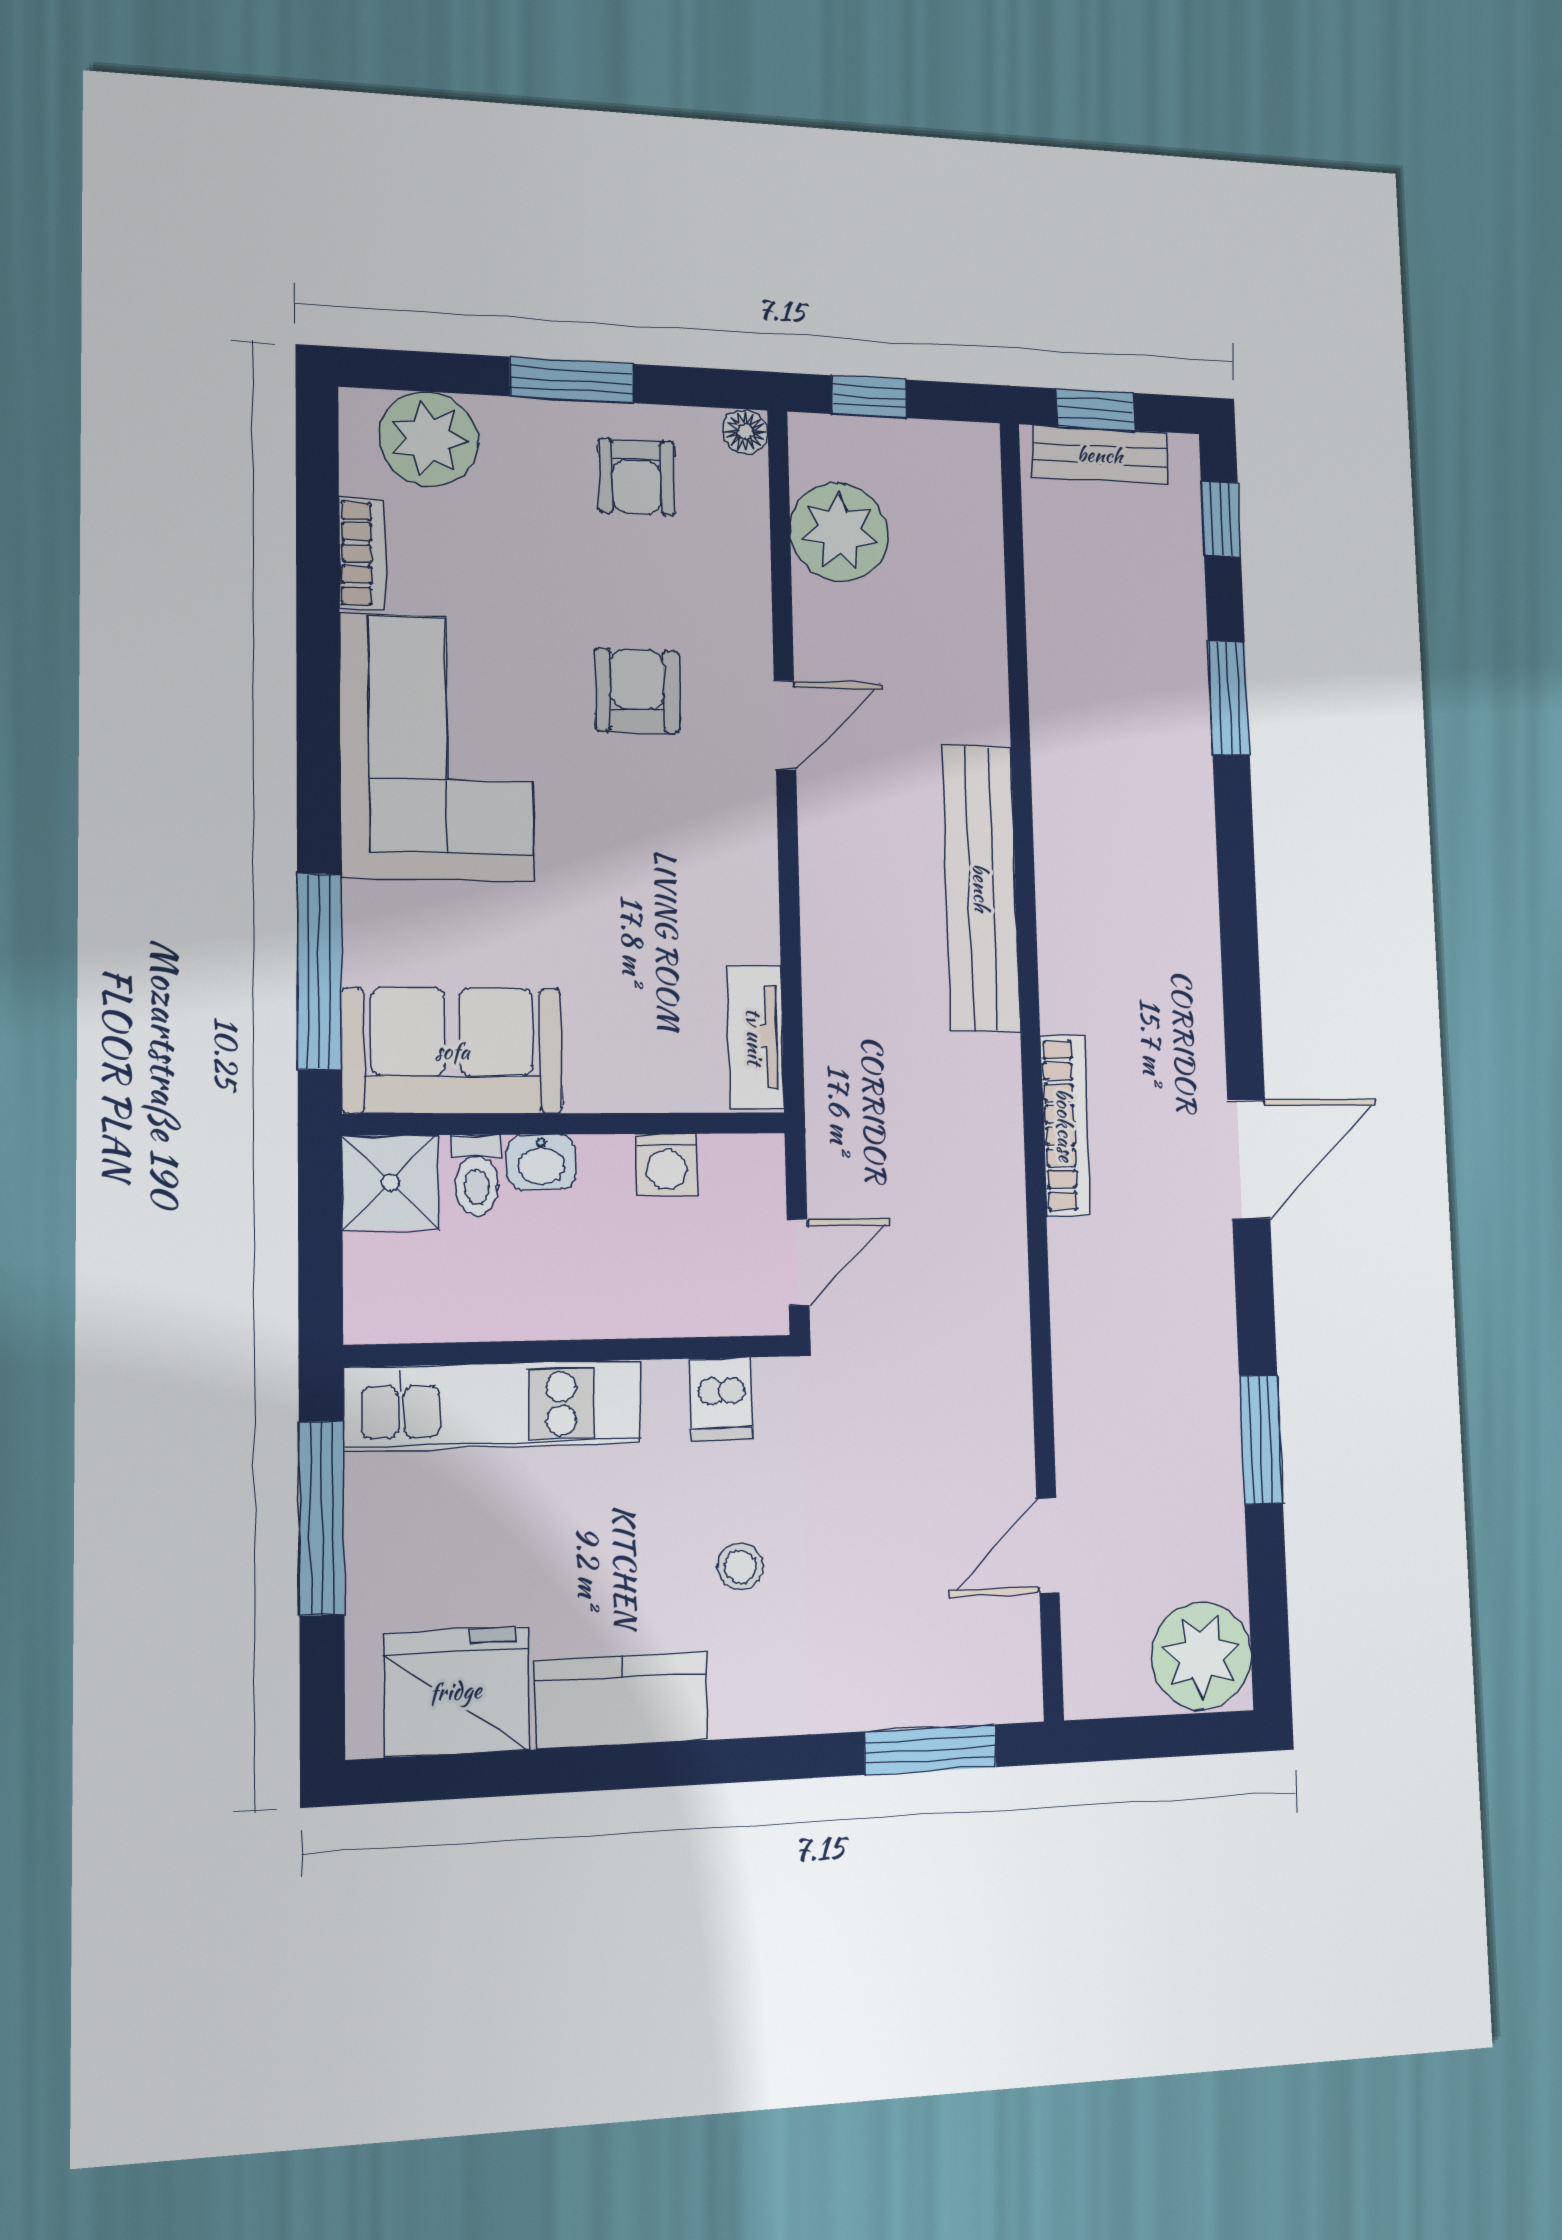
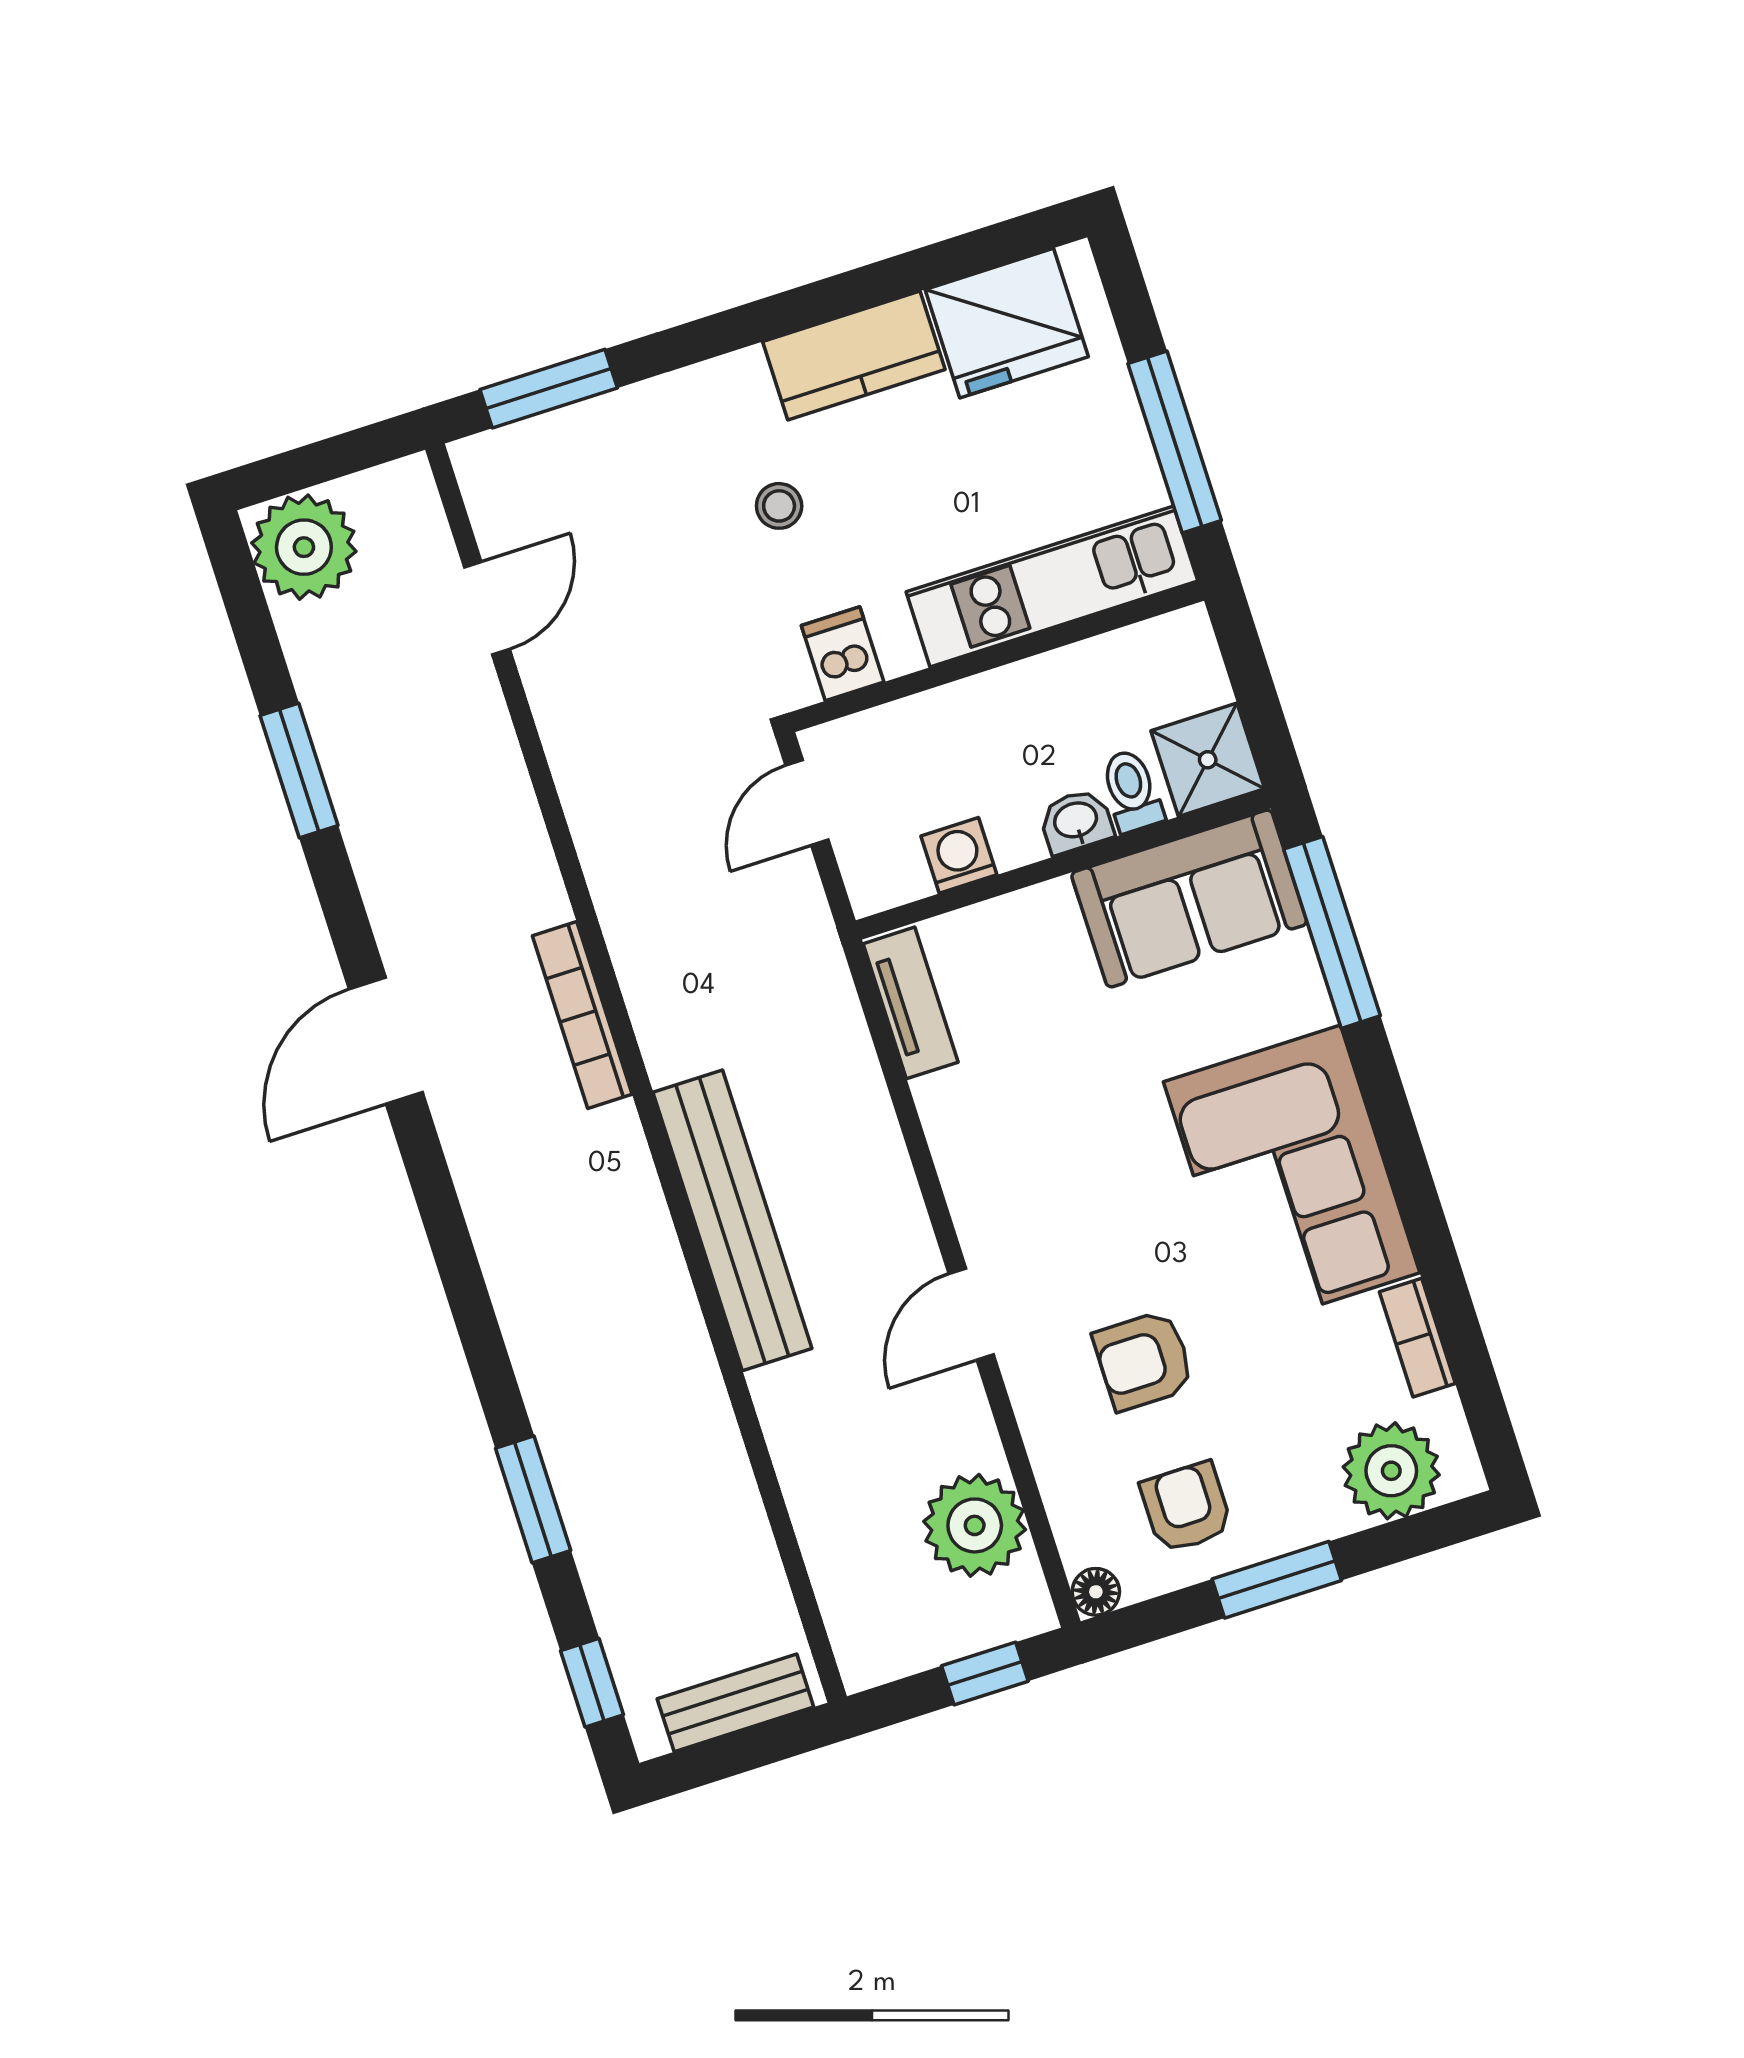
window: (1096, 410) -> (753, 1748), removed
armchair: (637, 691) -> (1144, 1360), moved, turned 90

